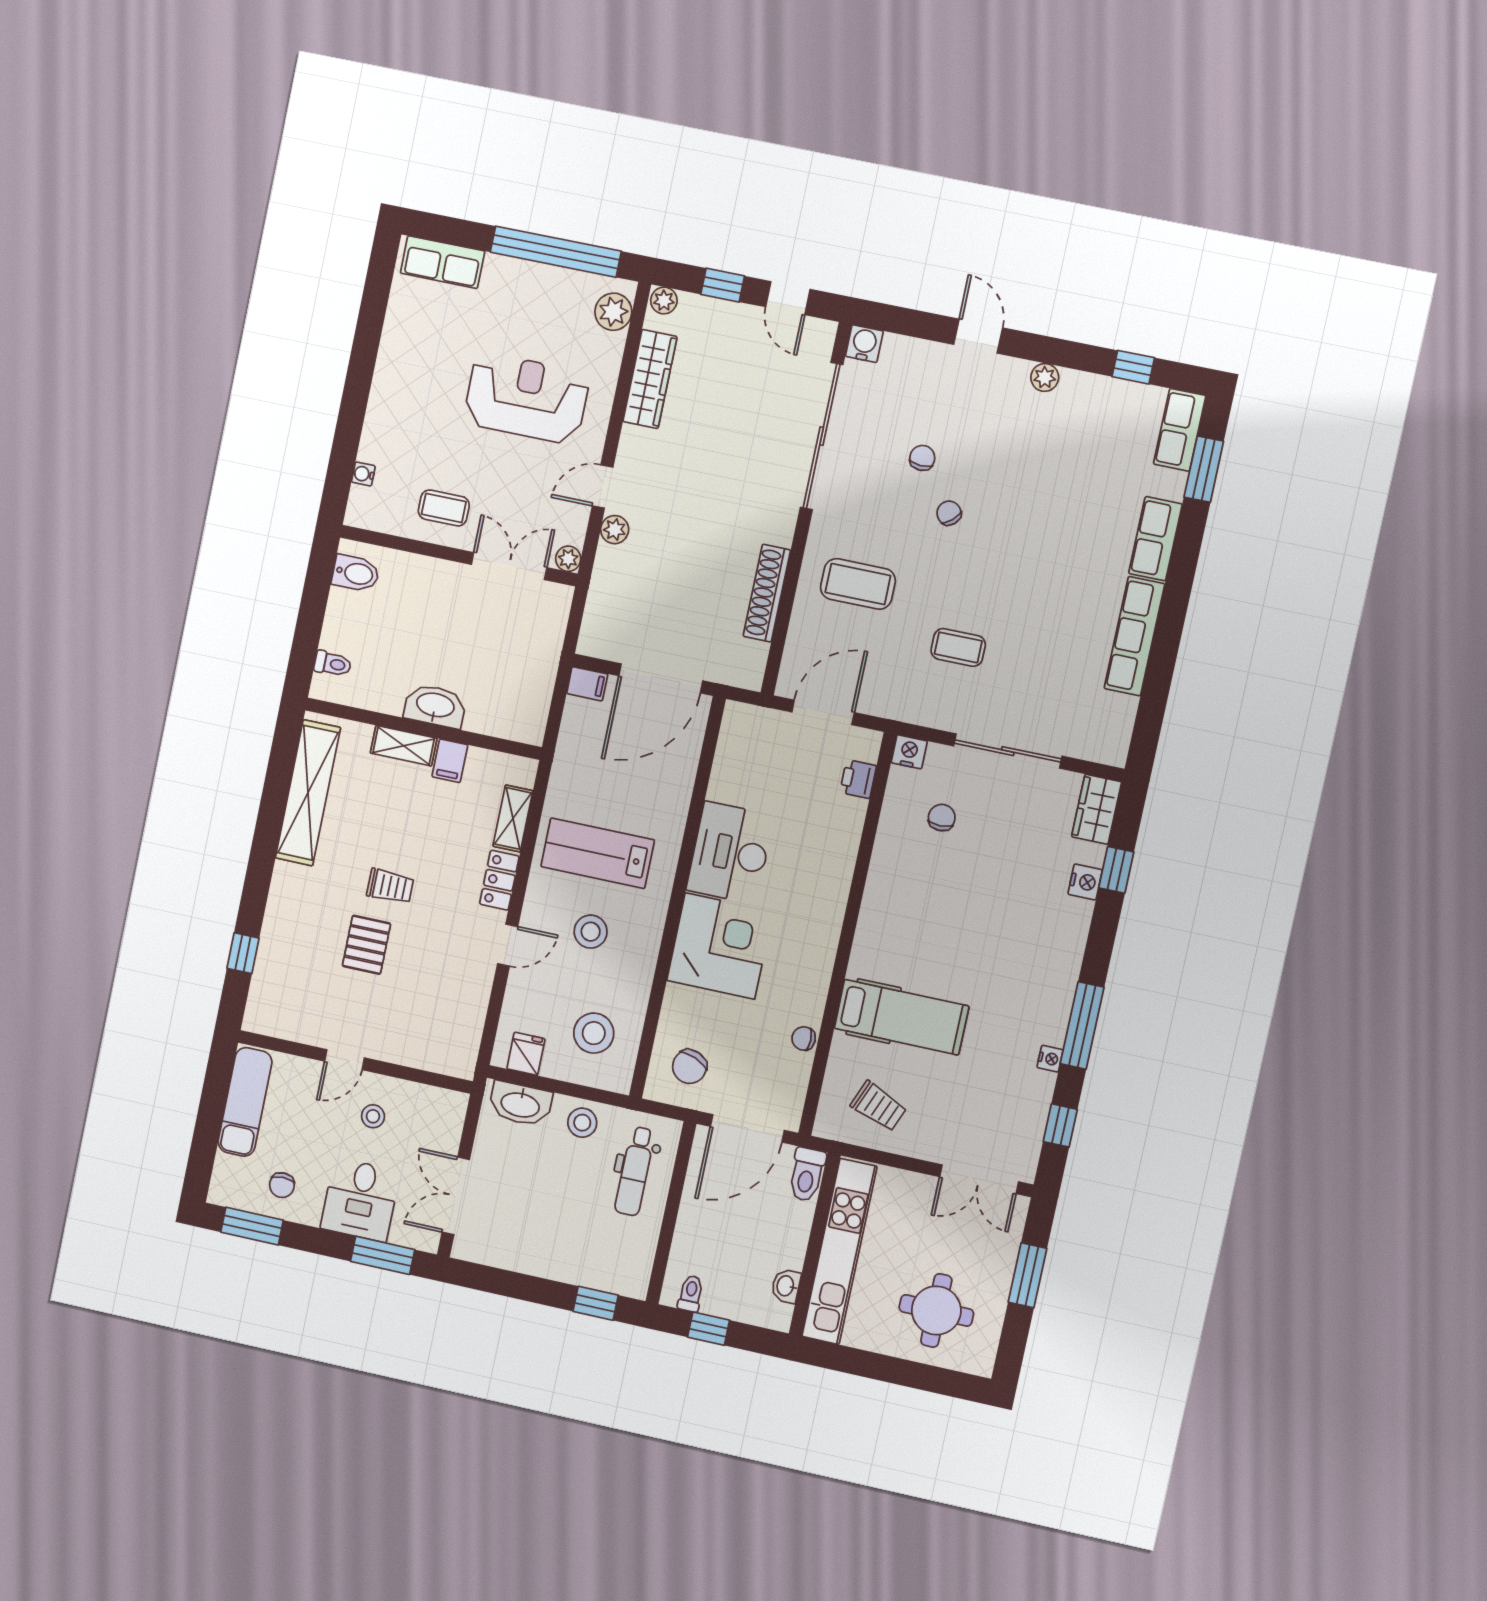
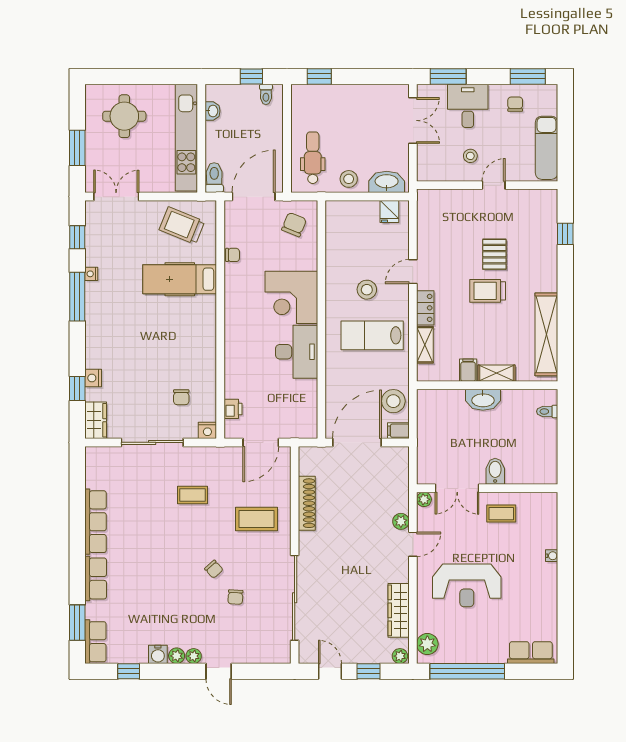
water cooler: (864, 344) -> (158, 654), moved
plant: (1016, 371) -> (194, 656), added
water cooler: (363, 474) -> (552, 556), moved
bidet: (356, 573) -> (495, 471), moved, turned 90
lab bench: (598, 853) -> (372, 335), turned 180
trolley: (390, 886) -> (488, 291), width x1.36, depth x1.39
stool: (594, 1033) -> (393, 401), moved
trolley: (879, 1106) -> (182, 226), width x1.36, depth x1.39

